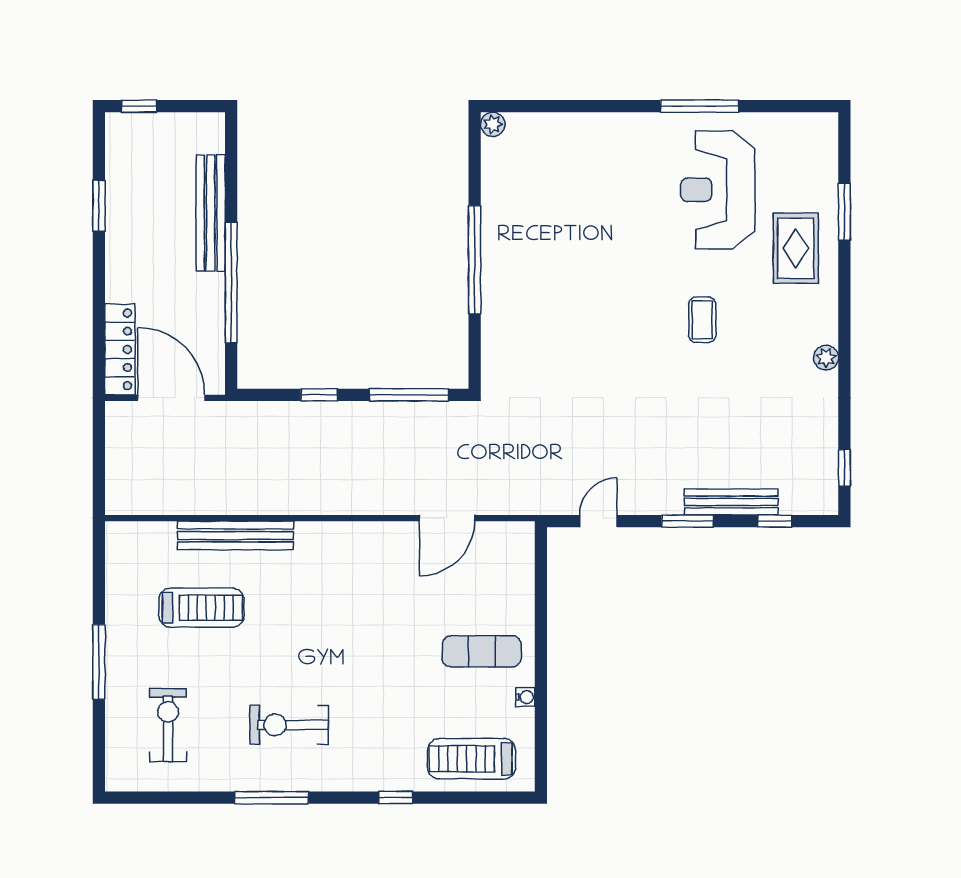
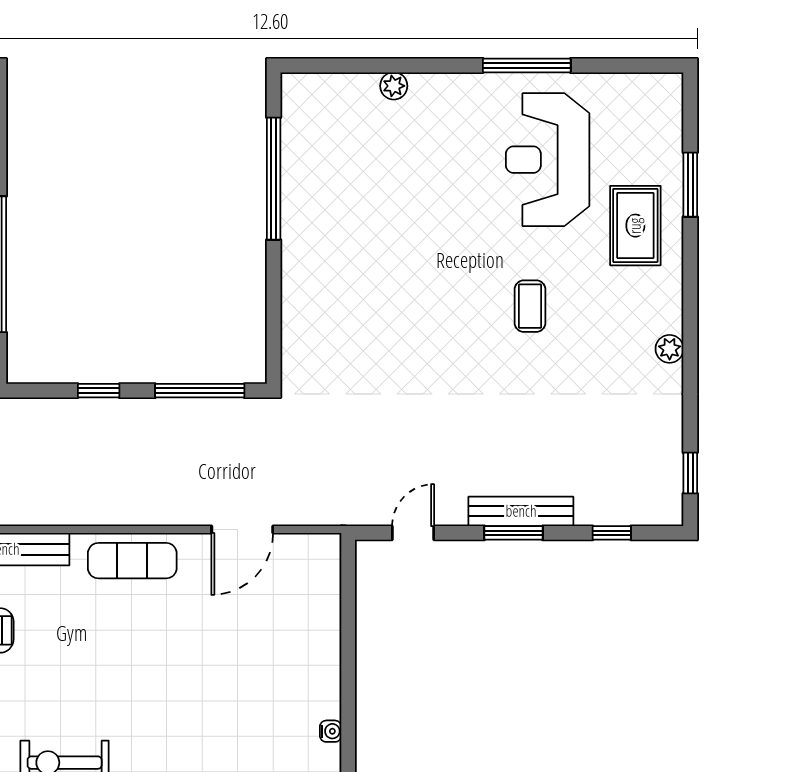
plant: (493, 124) -> (394, 86), moved
window: (475, 260) -> (274, 179), moved
bench: (731, 502) -> (521, 511), moved
exercise mat: (482, 651) -> (132, 561), moved

